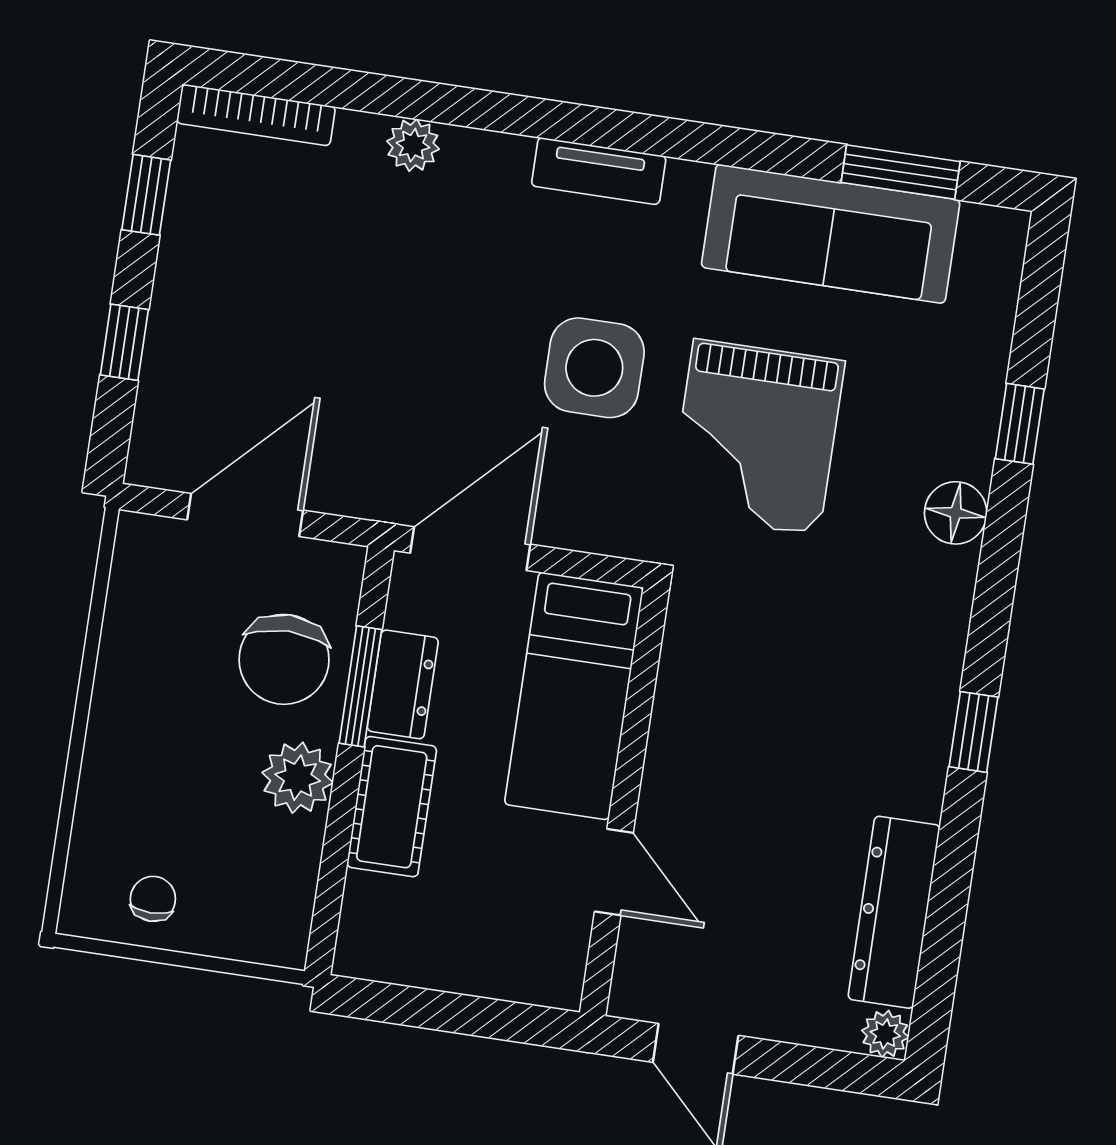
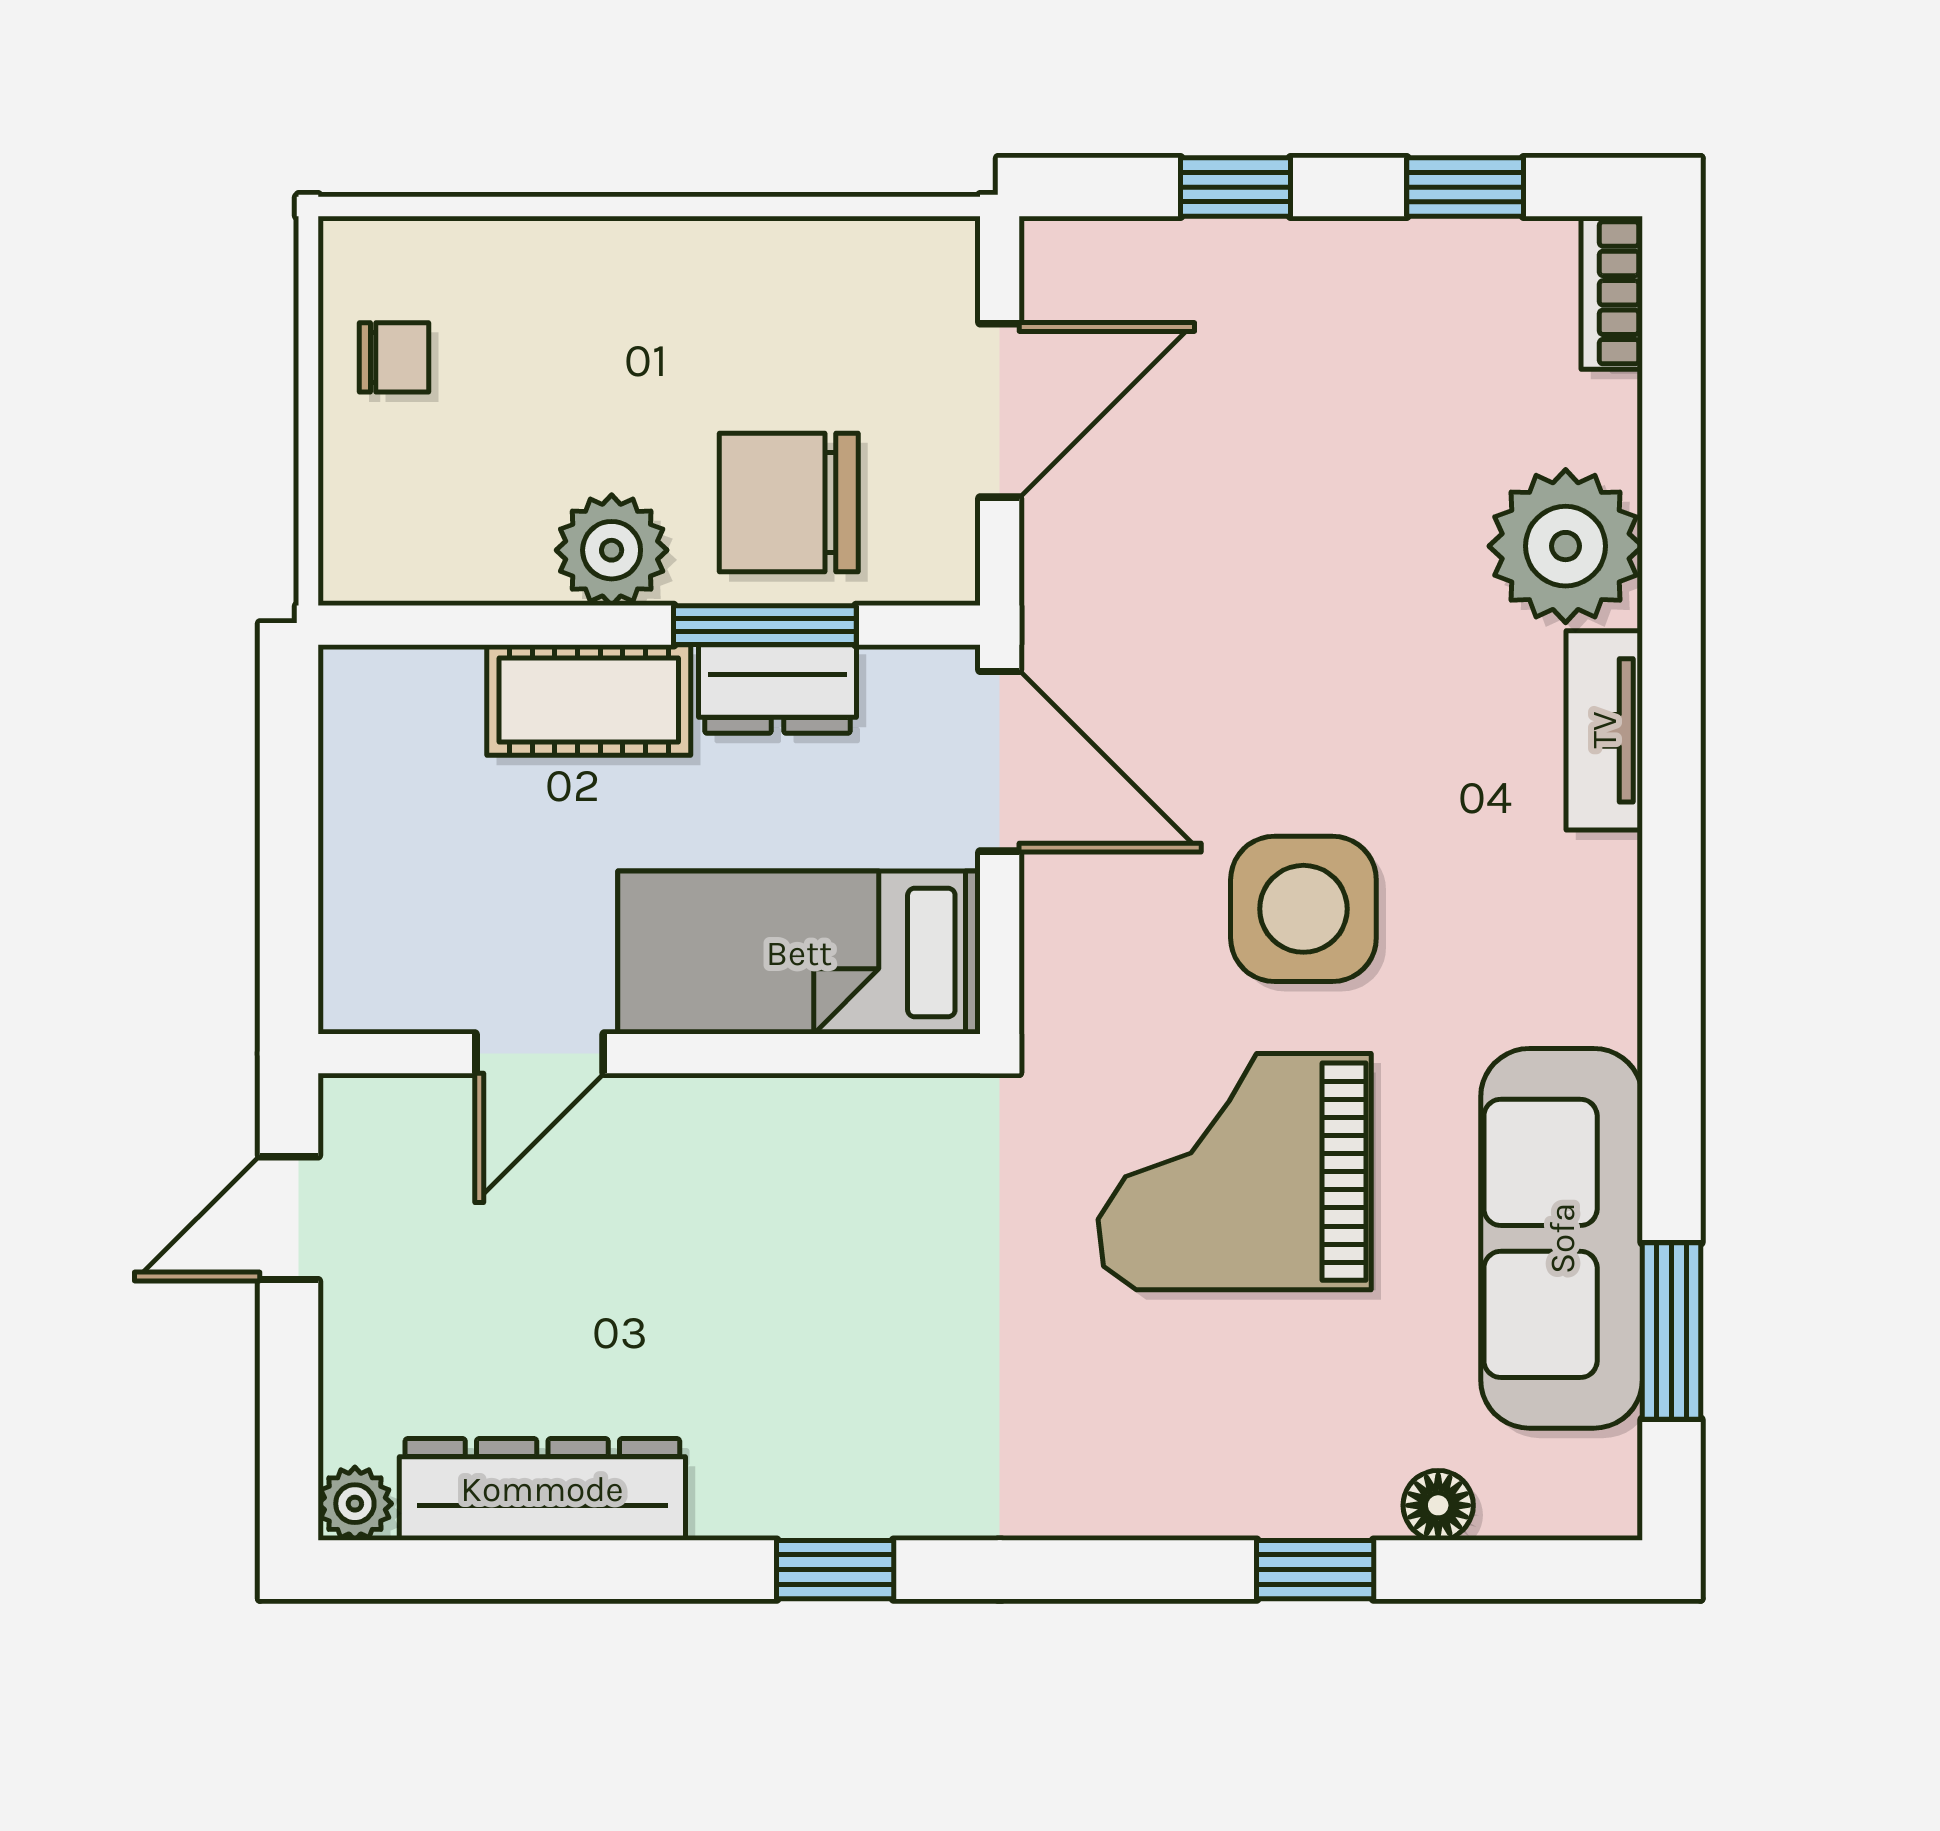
bookcase: (256, 115) -> (1612, 293), width x0.64
plant: (413, 145) -> (1566, 546), width x1.88, depth x1.88
tv unit: (599, 171) -> (1604, 730), moved
floor lamp: (956, 513) -> (1438, 1505), moved, width x0.73, depth x0.73
door: (245, 515) -> (1000, 410), hinge flipped

